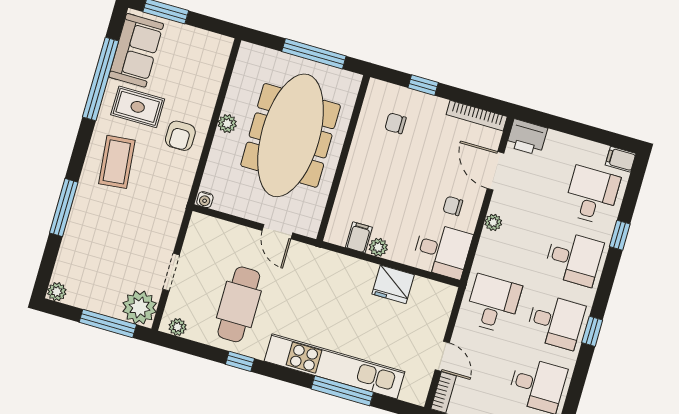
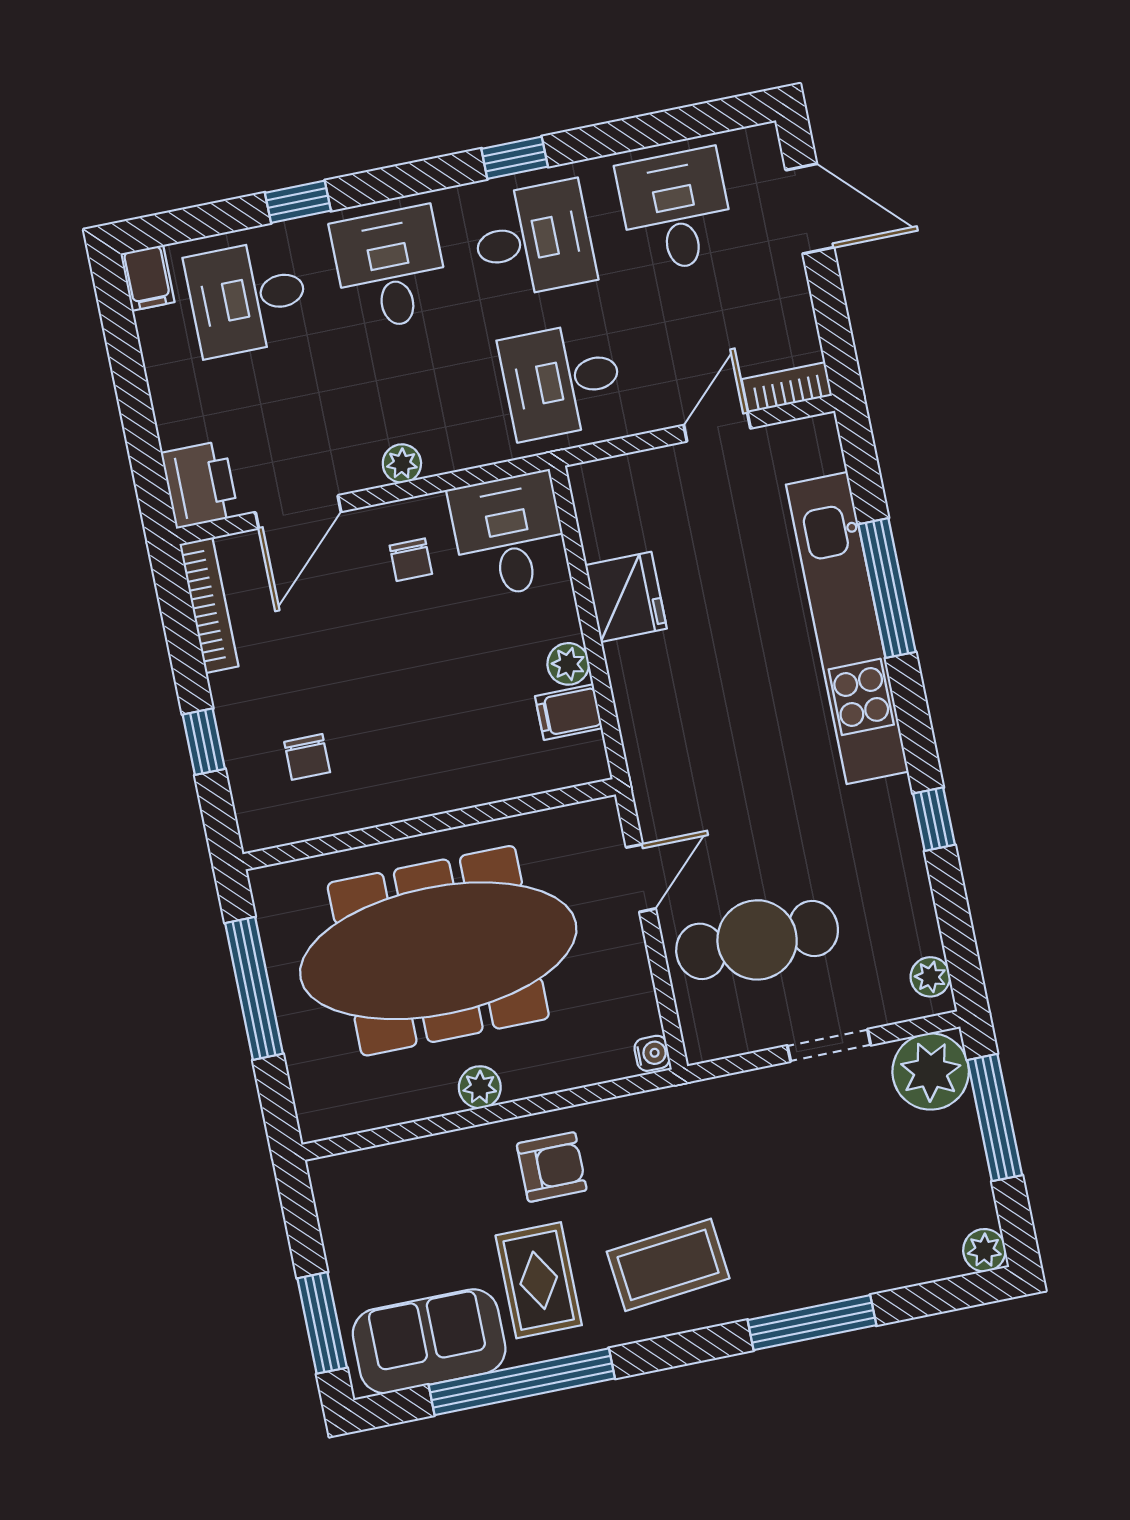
cafe table: (239, 304) -> (757, 940), moved
desk: (556, 322) -> (533, 240), turned 90

